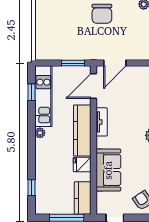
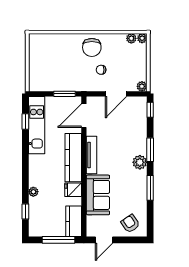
chair: (112, 37) -> (101, 70), added
door: (115, 63) -> (116, 94), moved
tv unit: (102, 122) -> (92, 155), width x1.41
plant: (40, 133) -> (33, 192), moved

